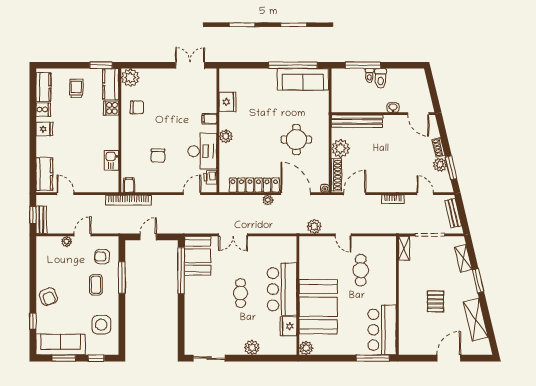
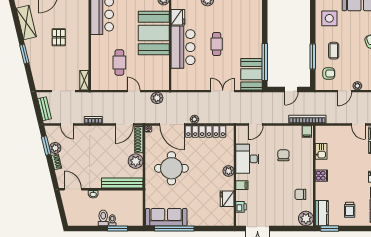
window: (363, 65) -> (117, 228), width x0.69
cooker: (111, 108) -> (321, 176), moved
round table: (296, 140) -> (171, 168), width x1.36, depth x1.36
printer: (210, 177) -> (241, 207), moved
shelving: (463, 258) -> (36, 72), removed

